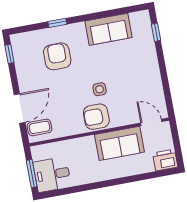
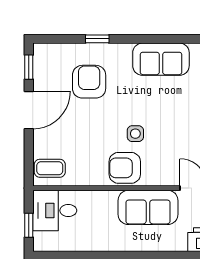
door: (20, 108) -> (29, 110), moved
window: (32, 174) -> (29, 225), width x0.67
desk: (52, 174) -> (55, 211), moved

